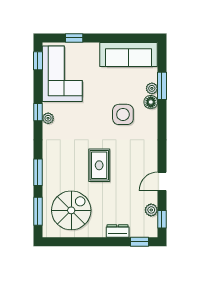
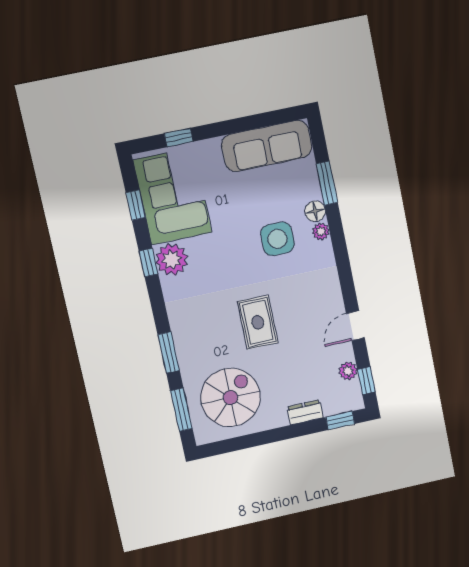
window: (38, 61) -> (136, 205), moved
plant: (152, 88) -> (321, 231), moved
plant: (48, 118) -> (172, 260), width x1.87, depth x1.87

